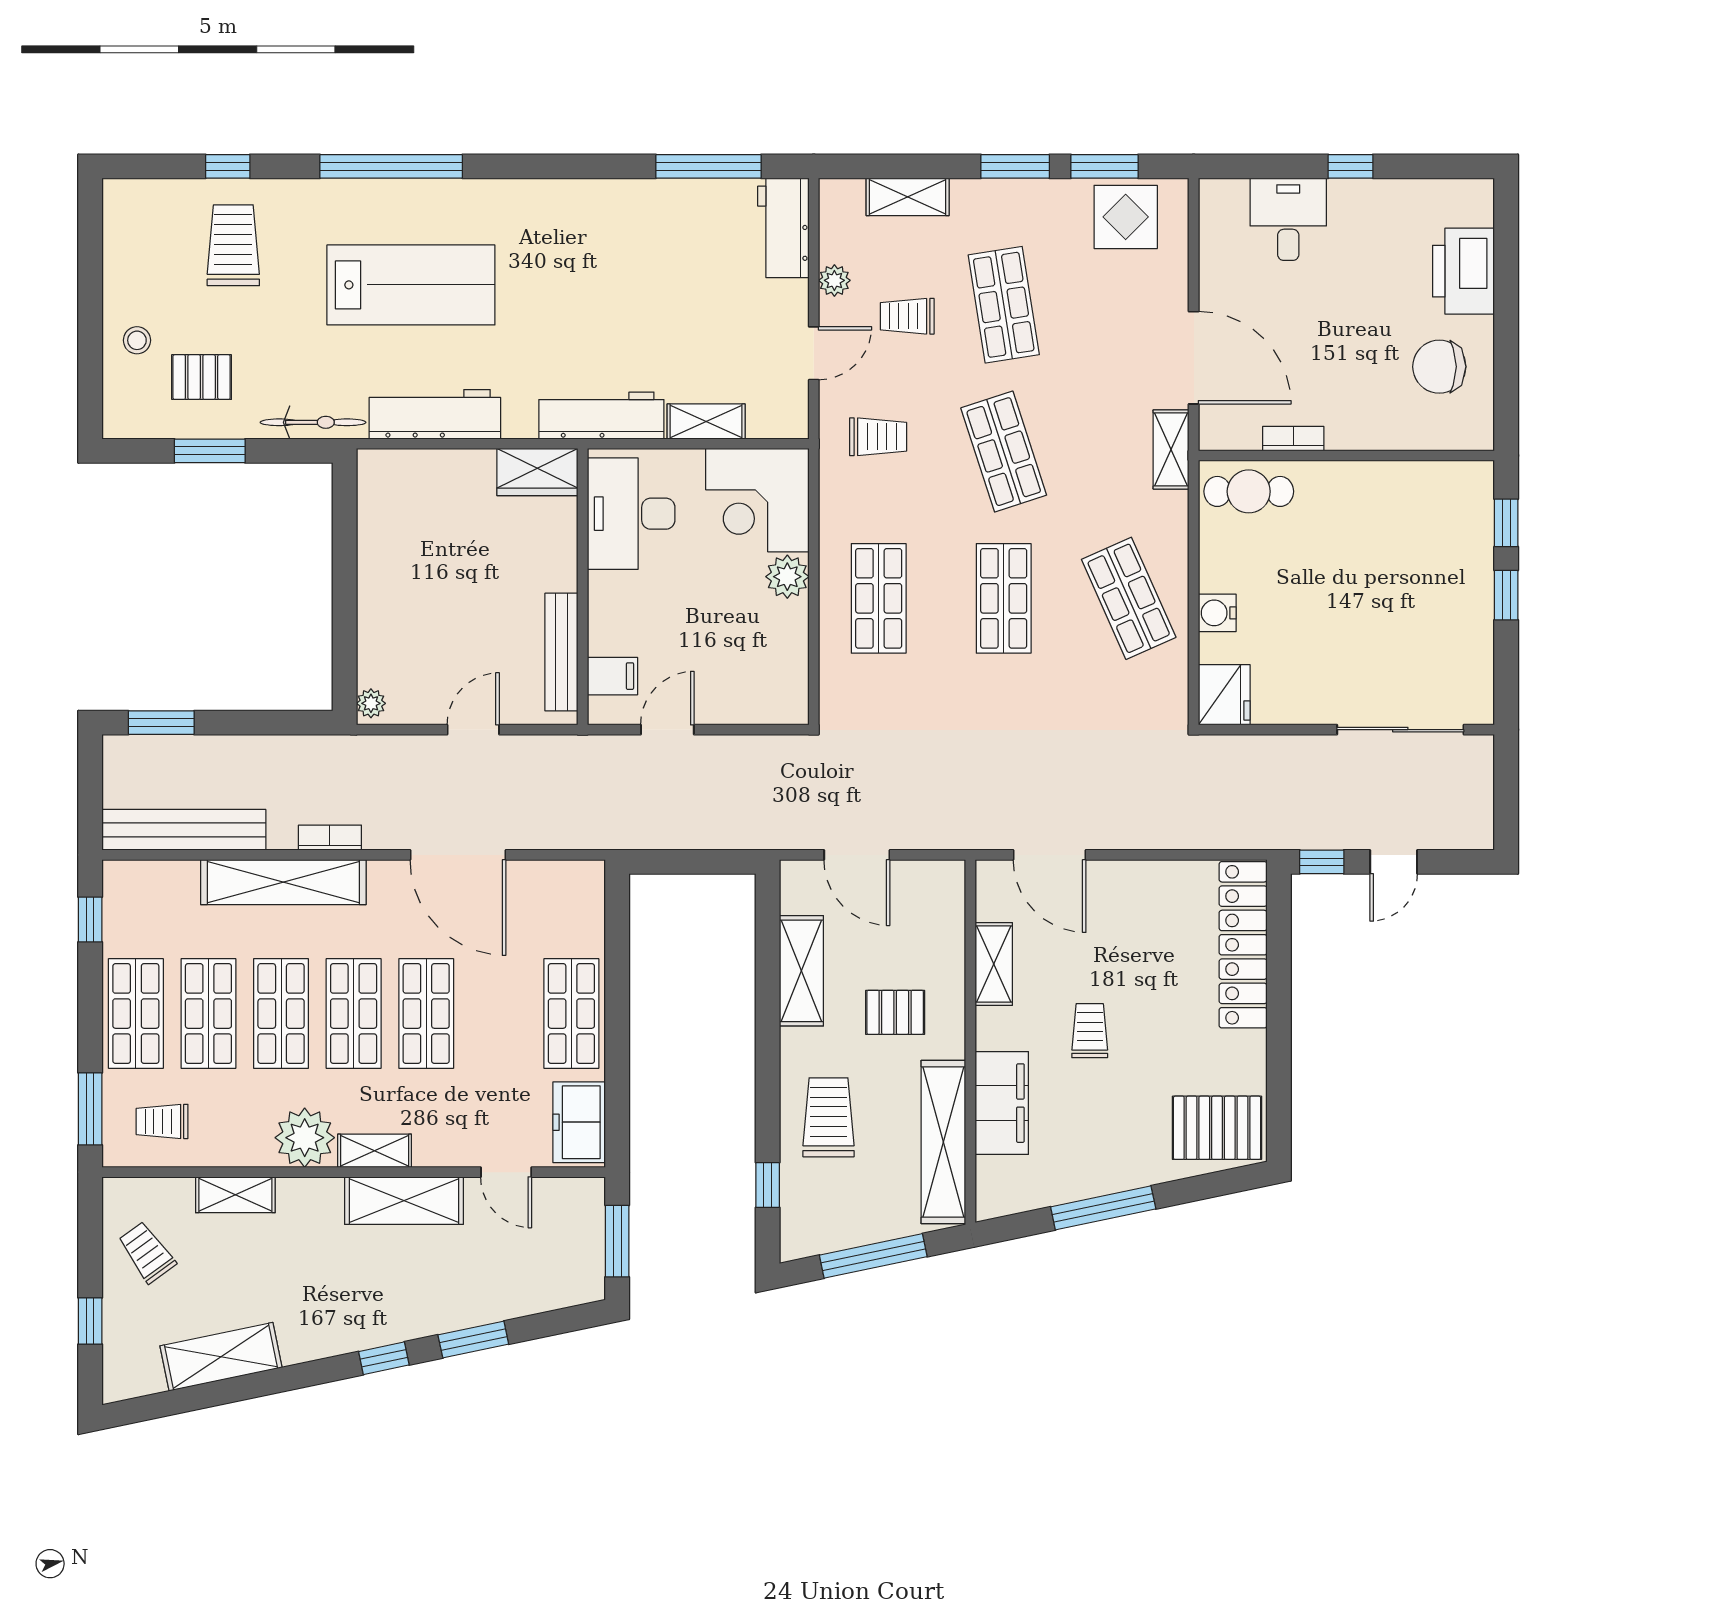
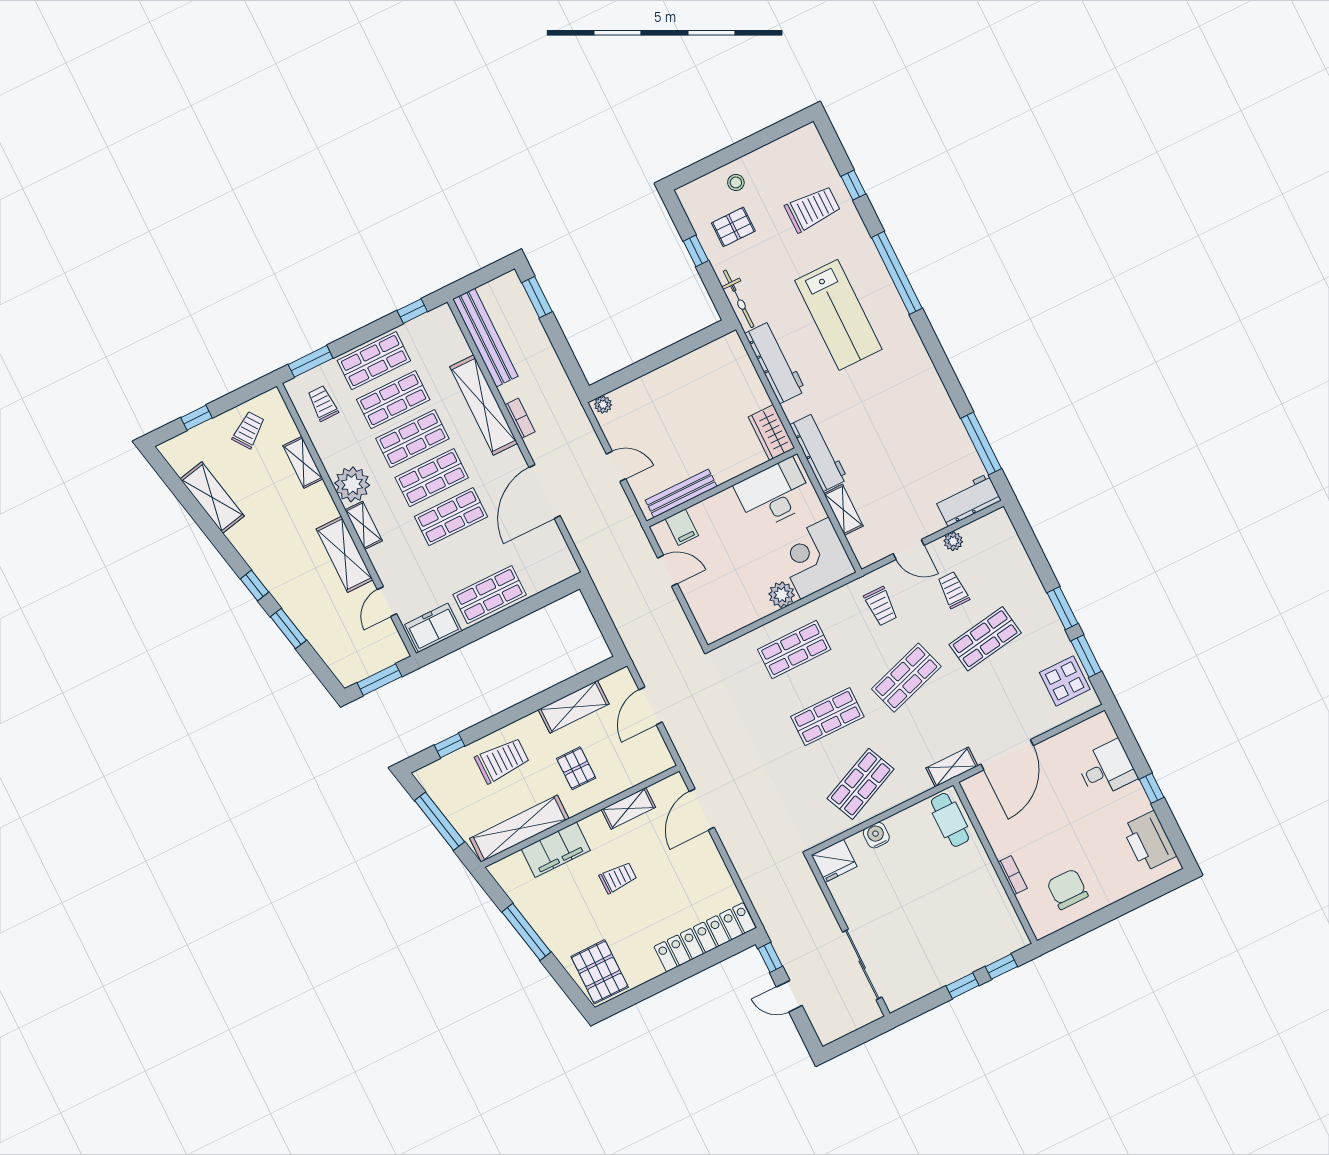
shelving: (908, 197) -> (1018, 558), removed
printer: (1463, 271) -> (1149, 841), moved, turned -90
pallet: (202, 377) -> (733, 227), turned 90
bookcase: (1293, 439) -> (1013, 875), moved
window: (210, 451) -> (696, 251), width x0.67

